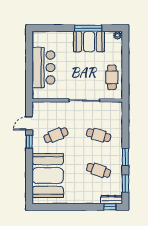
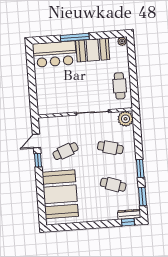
window: (88, 28) -> (75, 37), moved
bar counter: (44, 68) -> (54, 54), moved, turned 90
plant: (115, 109) -> (125, 119), added

